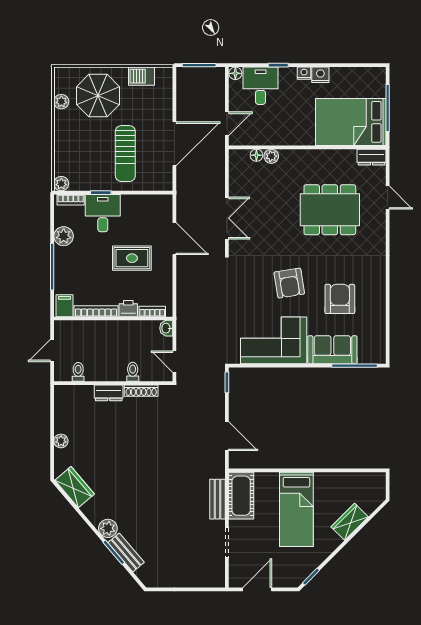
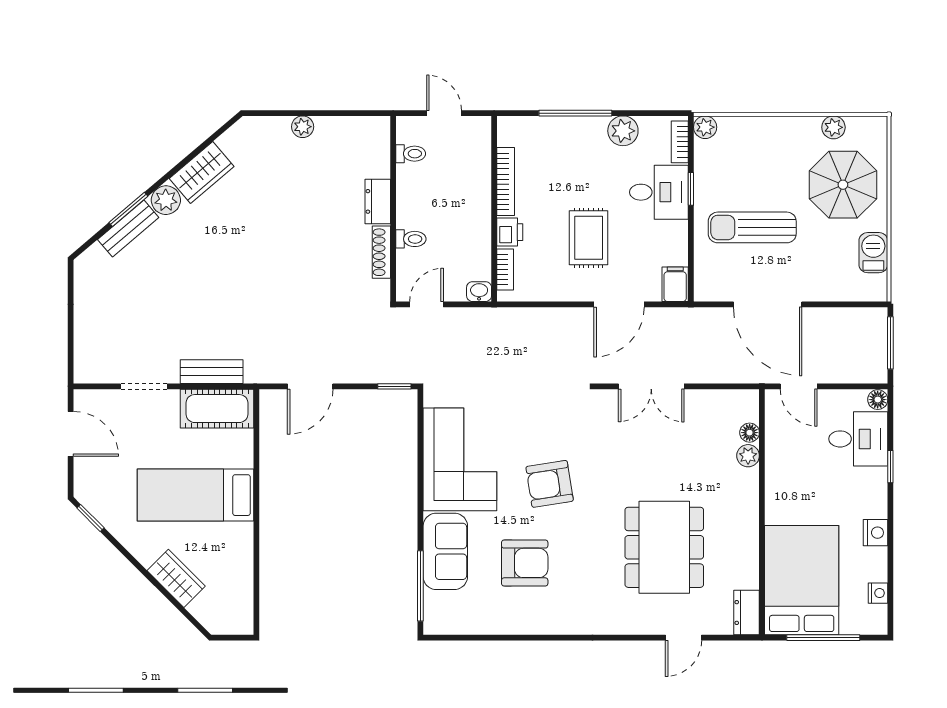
nightstand: (304, 73) -> (878, 593), moved
filing cabinet: (64, 306) -> (675, 284), moved, turned -90
wardrobe: (75, 487) -> (202, 172), moved

